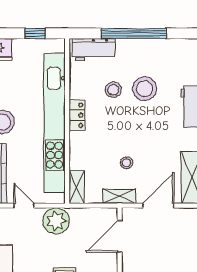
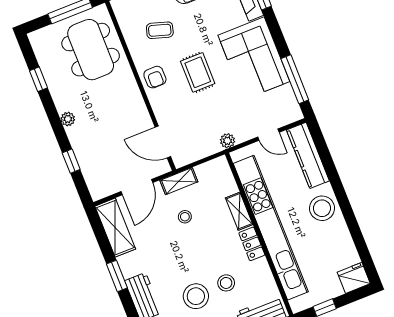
shelving: (77, 187) -> (239, 211), moved
plant: (56, 221) -> (227, 141), width x0.53, depth x0.53
door: (120, 236) -> (163, 142), swing flipped

